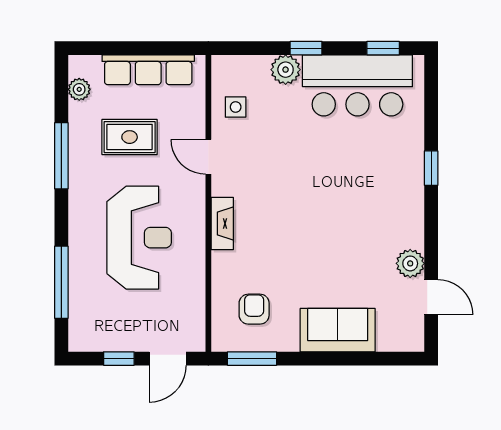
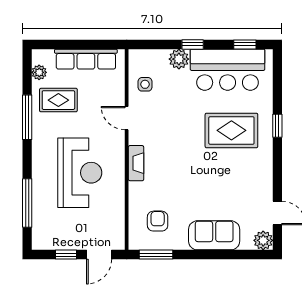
rug: (130, 137) -> (58, 100), moved
rug: (363, 175) -> (231, 130), added
plant: (410, 263) -> (263, 240), moved

